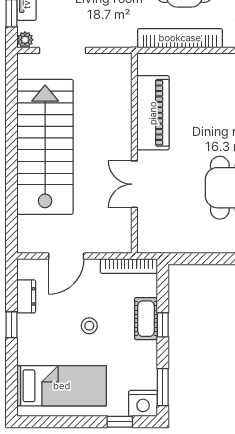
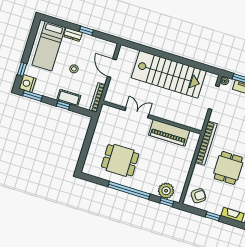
bookcase: (180, 38) -> (206, 143), moved
dresser: (26, 296) -> (73, 35), moved

